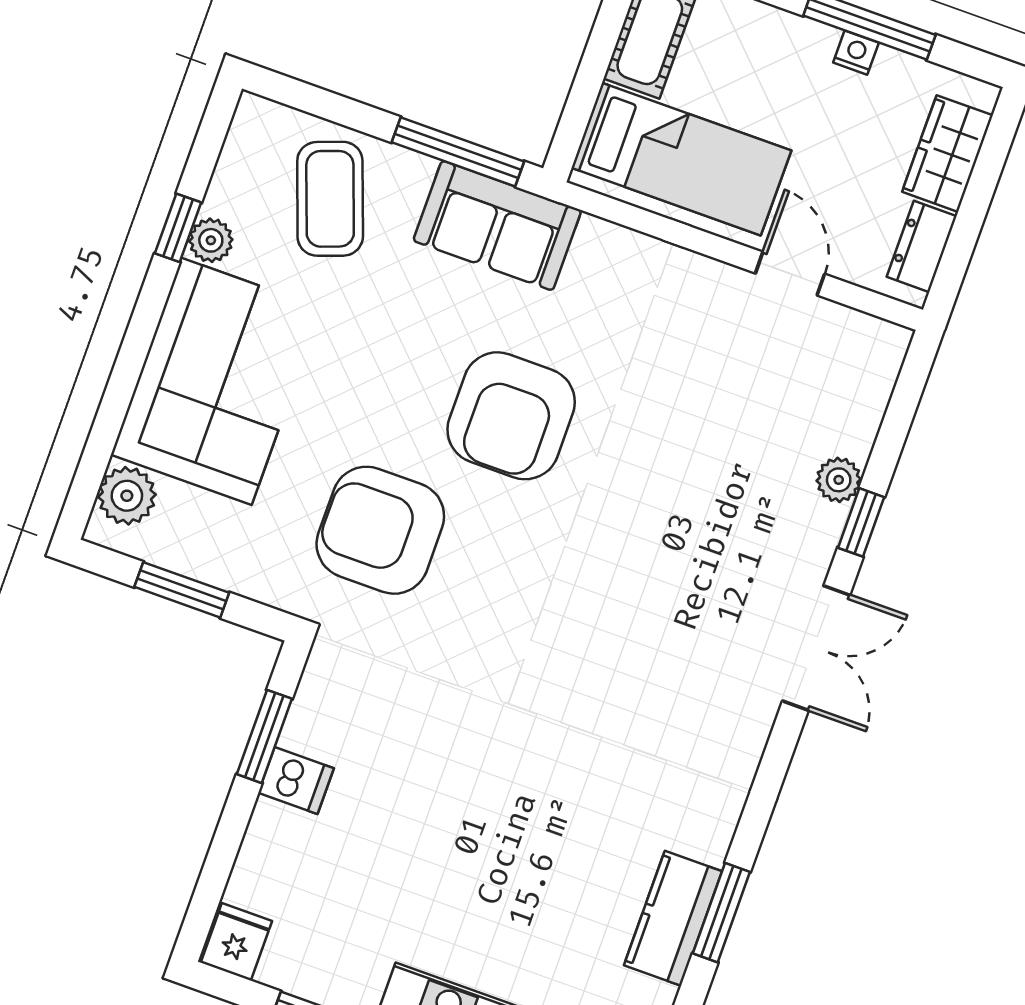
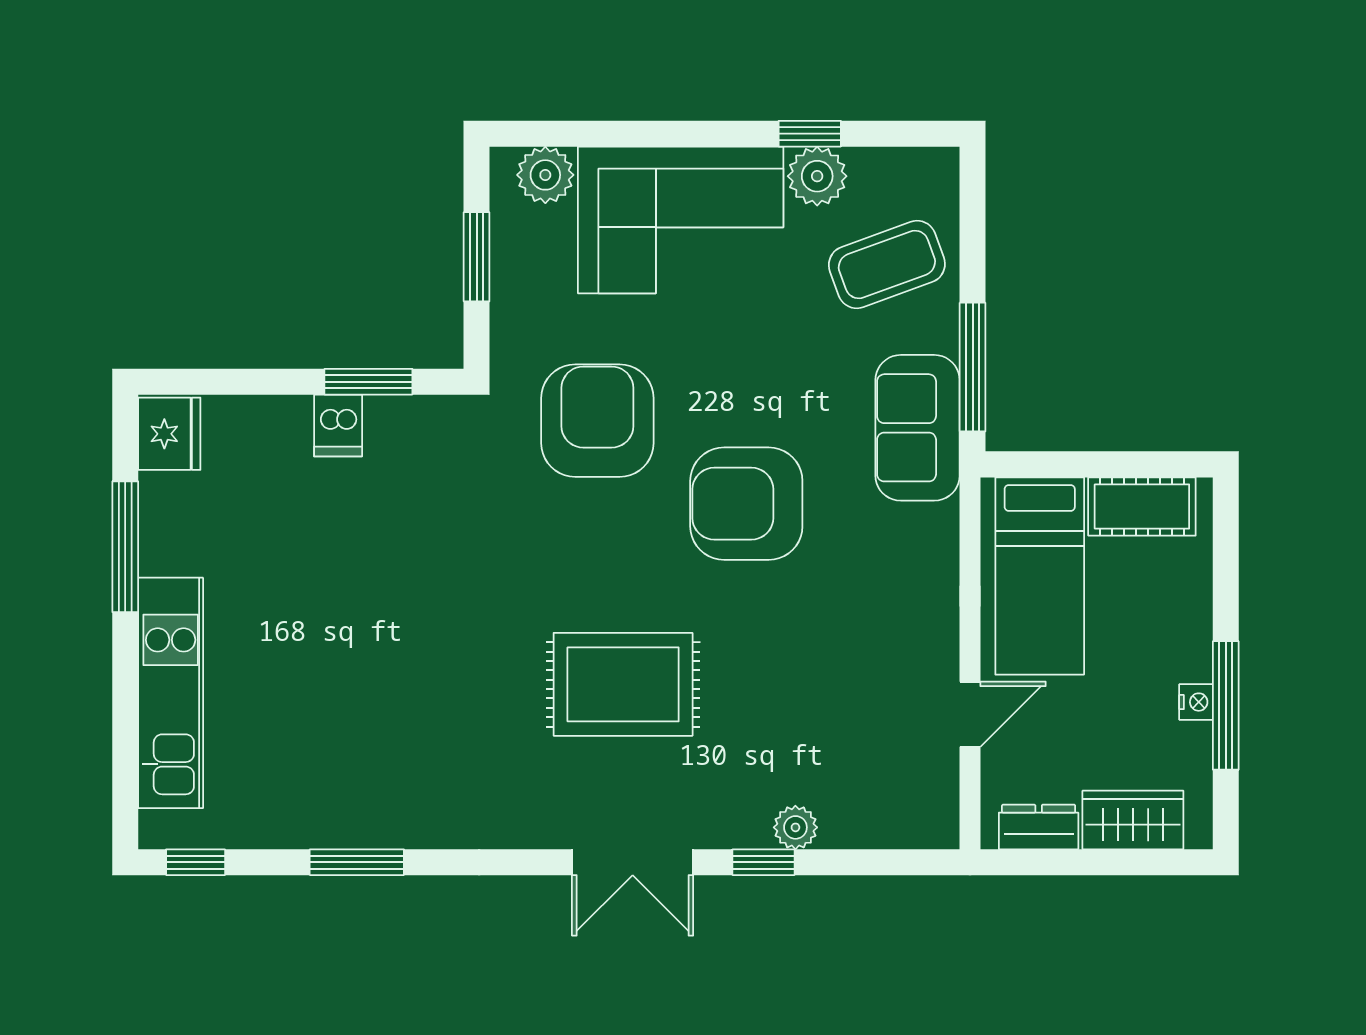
plant: (211, 240) -> (817, 176), width x1.38, depth x1.38
rug: (642, 596) -> (623, 684), added
kitchen counter: (673, 918) -> (336, 819), removed
fridge: (236, 942) -> (169, 434), width x1.38

